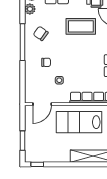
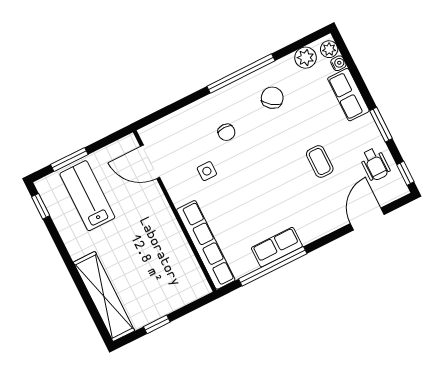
coffee table: (81, 26) -> (320, 161), width x0.54, depth x0.58
lab bench: (79, 122) -> (87, 196), moved, width x0.73, depth x0.72

